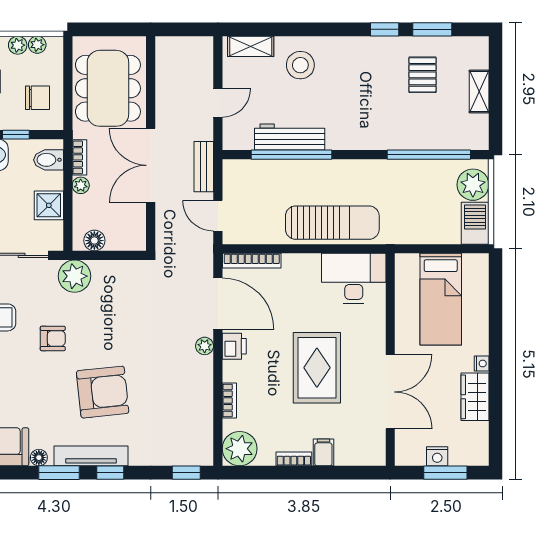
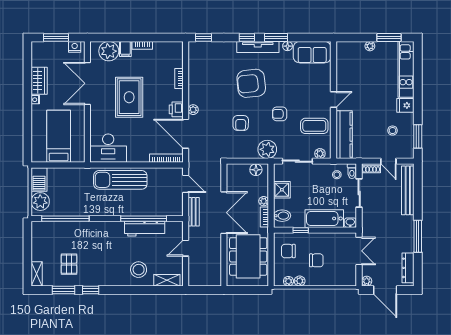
shelving: (479, 92) -> (37, 274), moved
armchair: (121, 322) -> (241, 123), added
plant: (240, 449) -> (109, 51), moved
nightstand: (437, 456) -> (75, 47), moved

